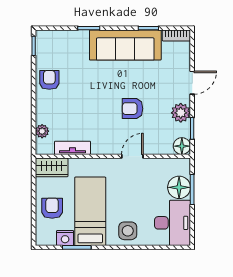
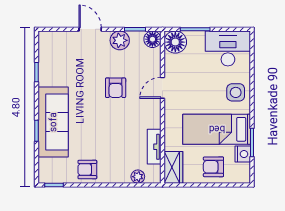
bookcase: (176, 35) -> (44, 45), removed
sofa: (125, 45) -> (53, 122), moved
door: (132, 156) -> (162, 88), hinge flipped
floor lamp: (179, 187) -> (175, 42), moved

